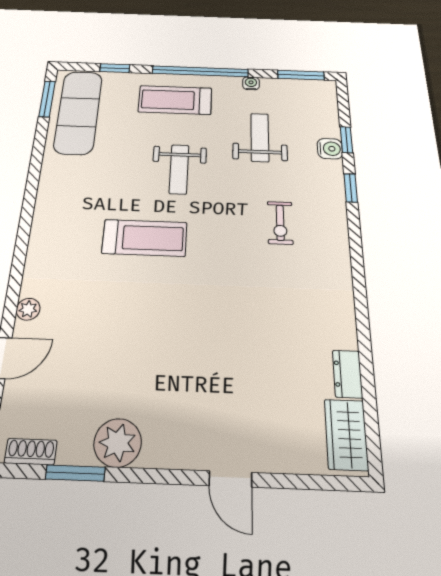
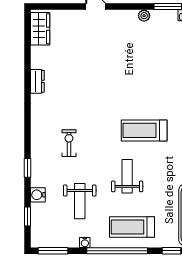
treadmill: (175, 100) -> (132, 227), turned 180
window: (346, 140) -> (28, 217), moved
dresser: (348, 374) -> (37, 81), moved
plant: (118, 443) -> (144, 16), width x0.53, depth x0.53

